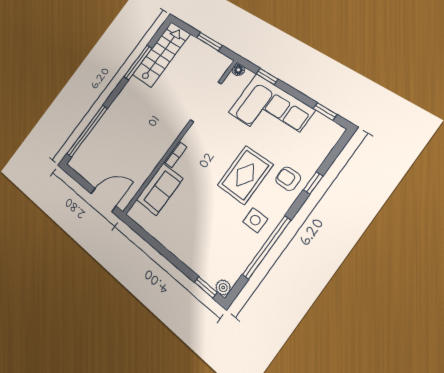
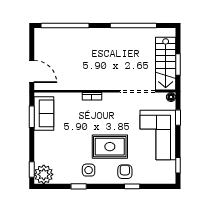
stairs: (161, 54) -> (166, 64), moved, turned 90
window: (138, 63) -> (133, 25), width x1.46
sofa: (160, 189) -> (44, 113), moved, turned -90
window: (148, 238) -> (32, 117), added
window: (267, 247) -> (79, 186), width x0.32
plant: (223, 288) -> (44, 174), width x1.87, depth x1.87

